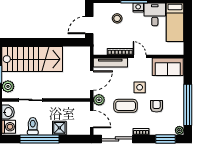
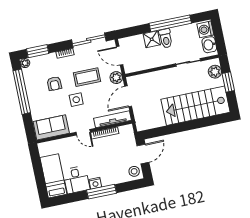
stool: (117, 18) -> (134, 171), moved
toilet: (33, 126) -> (166, 38), moved

